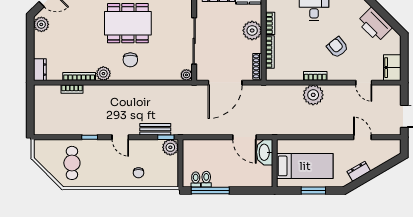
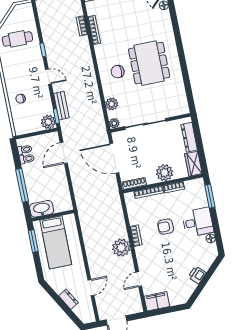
printer: (375, 25) -> (197, 275), width x0.53, depth x0.68
armchair: (337, 47) -> (166, 227), moved, turned -141
plant: (103, 74) -> (112, 104), moved
plant: (313, 95) -> (121, 248), moved
door: (120, 137) -> (48, 77), swing flipped
door: (244, 137) -> (64, 153), moved
washbasin: (265, 152) -> (42, 209), moved
dresser: (359, 171) -> (68, 299), moved
window: (210, 190) -> (22, 185), moved
window: (313, 190) -> (33, 241), moved

